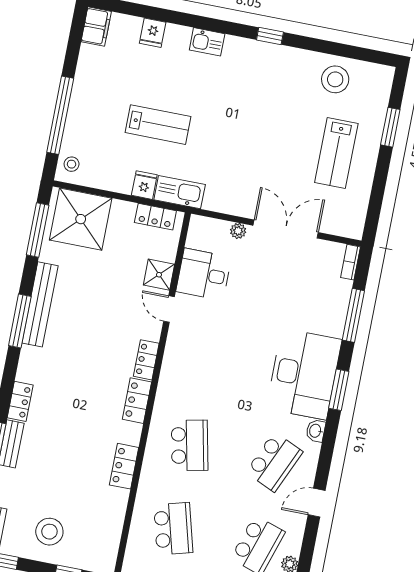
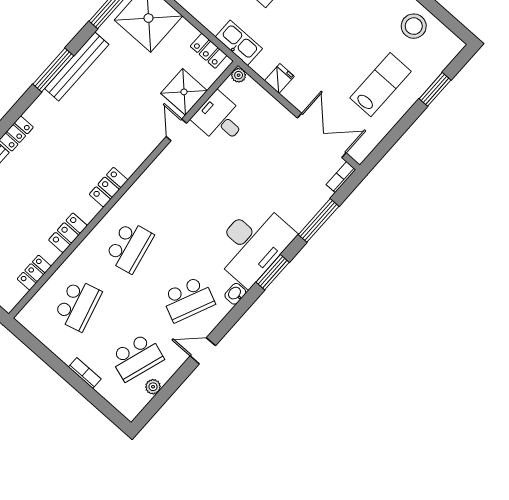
lab bench: (336, 153) -> (380, 85), turned 180
fridge: (144, 185) -> (279, 78), moved
double door: (286, 229) -> (322, 135), moved
plant: (238, 231) -> (239, 75), moved
shower: (159, 275) -> (184, 92), width x1.36, depth x1.36
locker: (146, 360) -> (34, 273), moved

